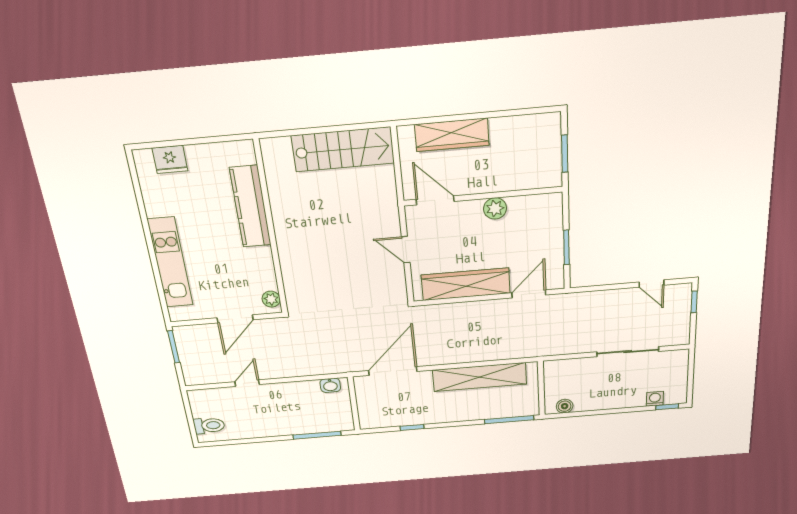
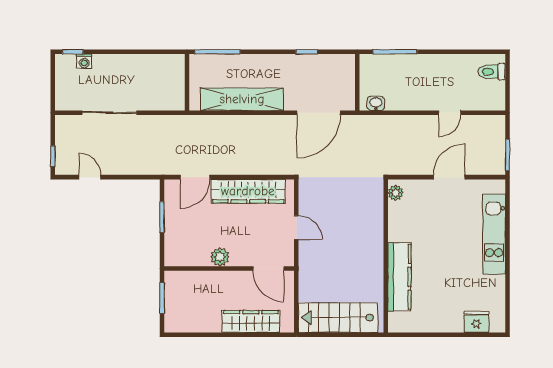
kitchen counter: (250, 207) -> (399, 277), moved
wall: (271, 229) -> (386, 256), moved
plant: (271, 299) -> (396, 193), moved
boiler: (565, 406) -> (166, 61), removed

